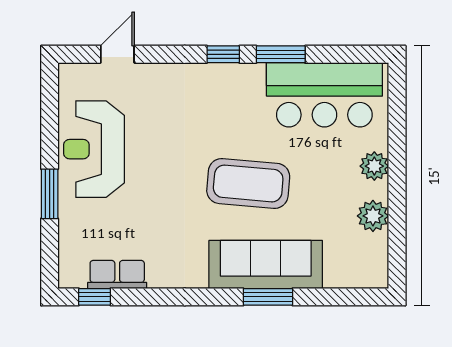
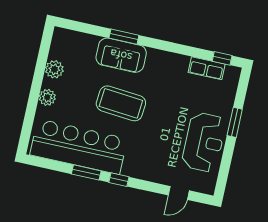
bar counter: (324, 95) -> (79, 147), width x1.36
sofa: (266, 265) -> (121, 55), width x0.73

